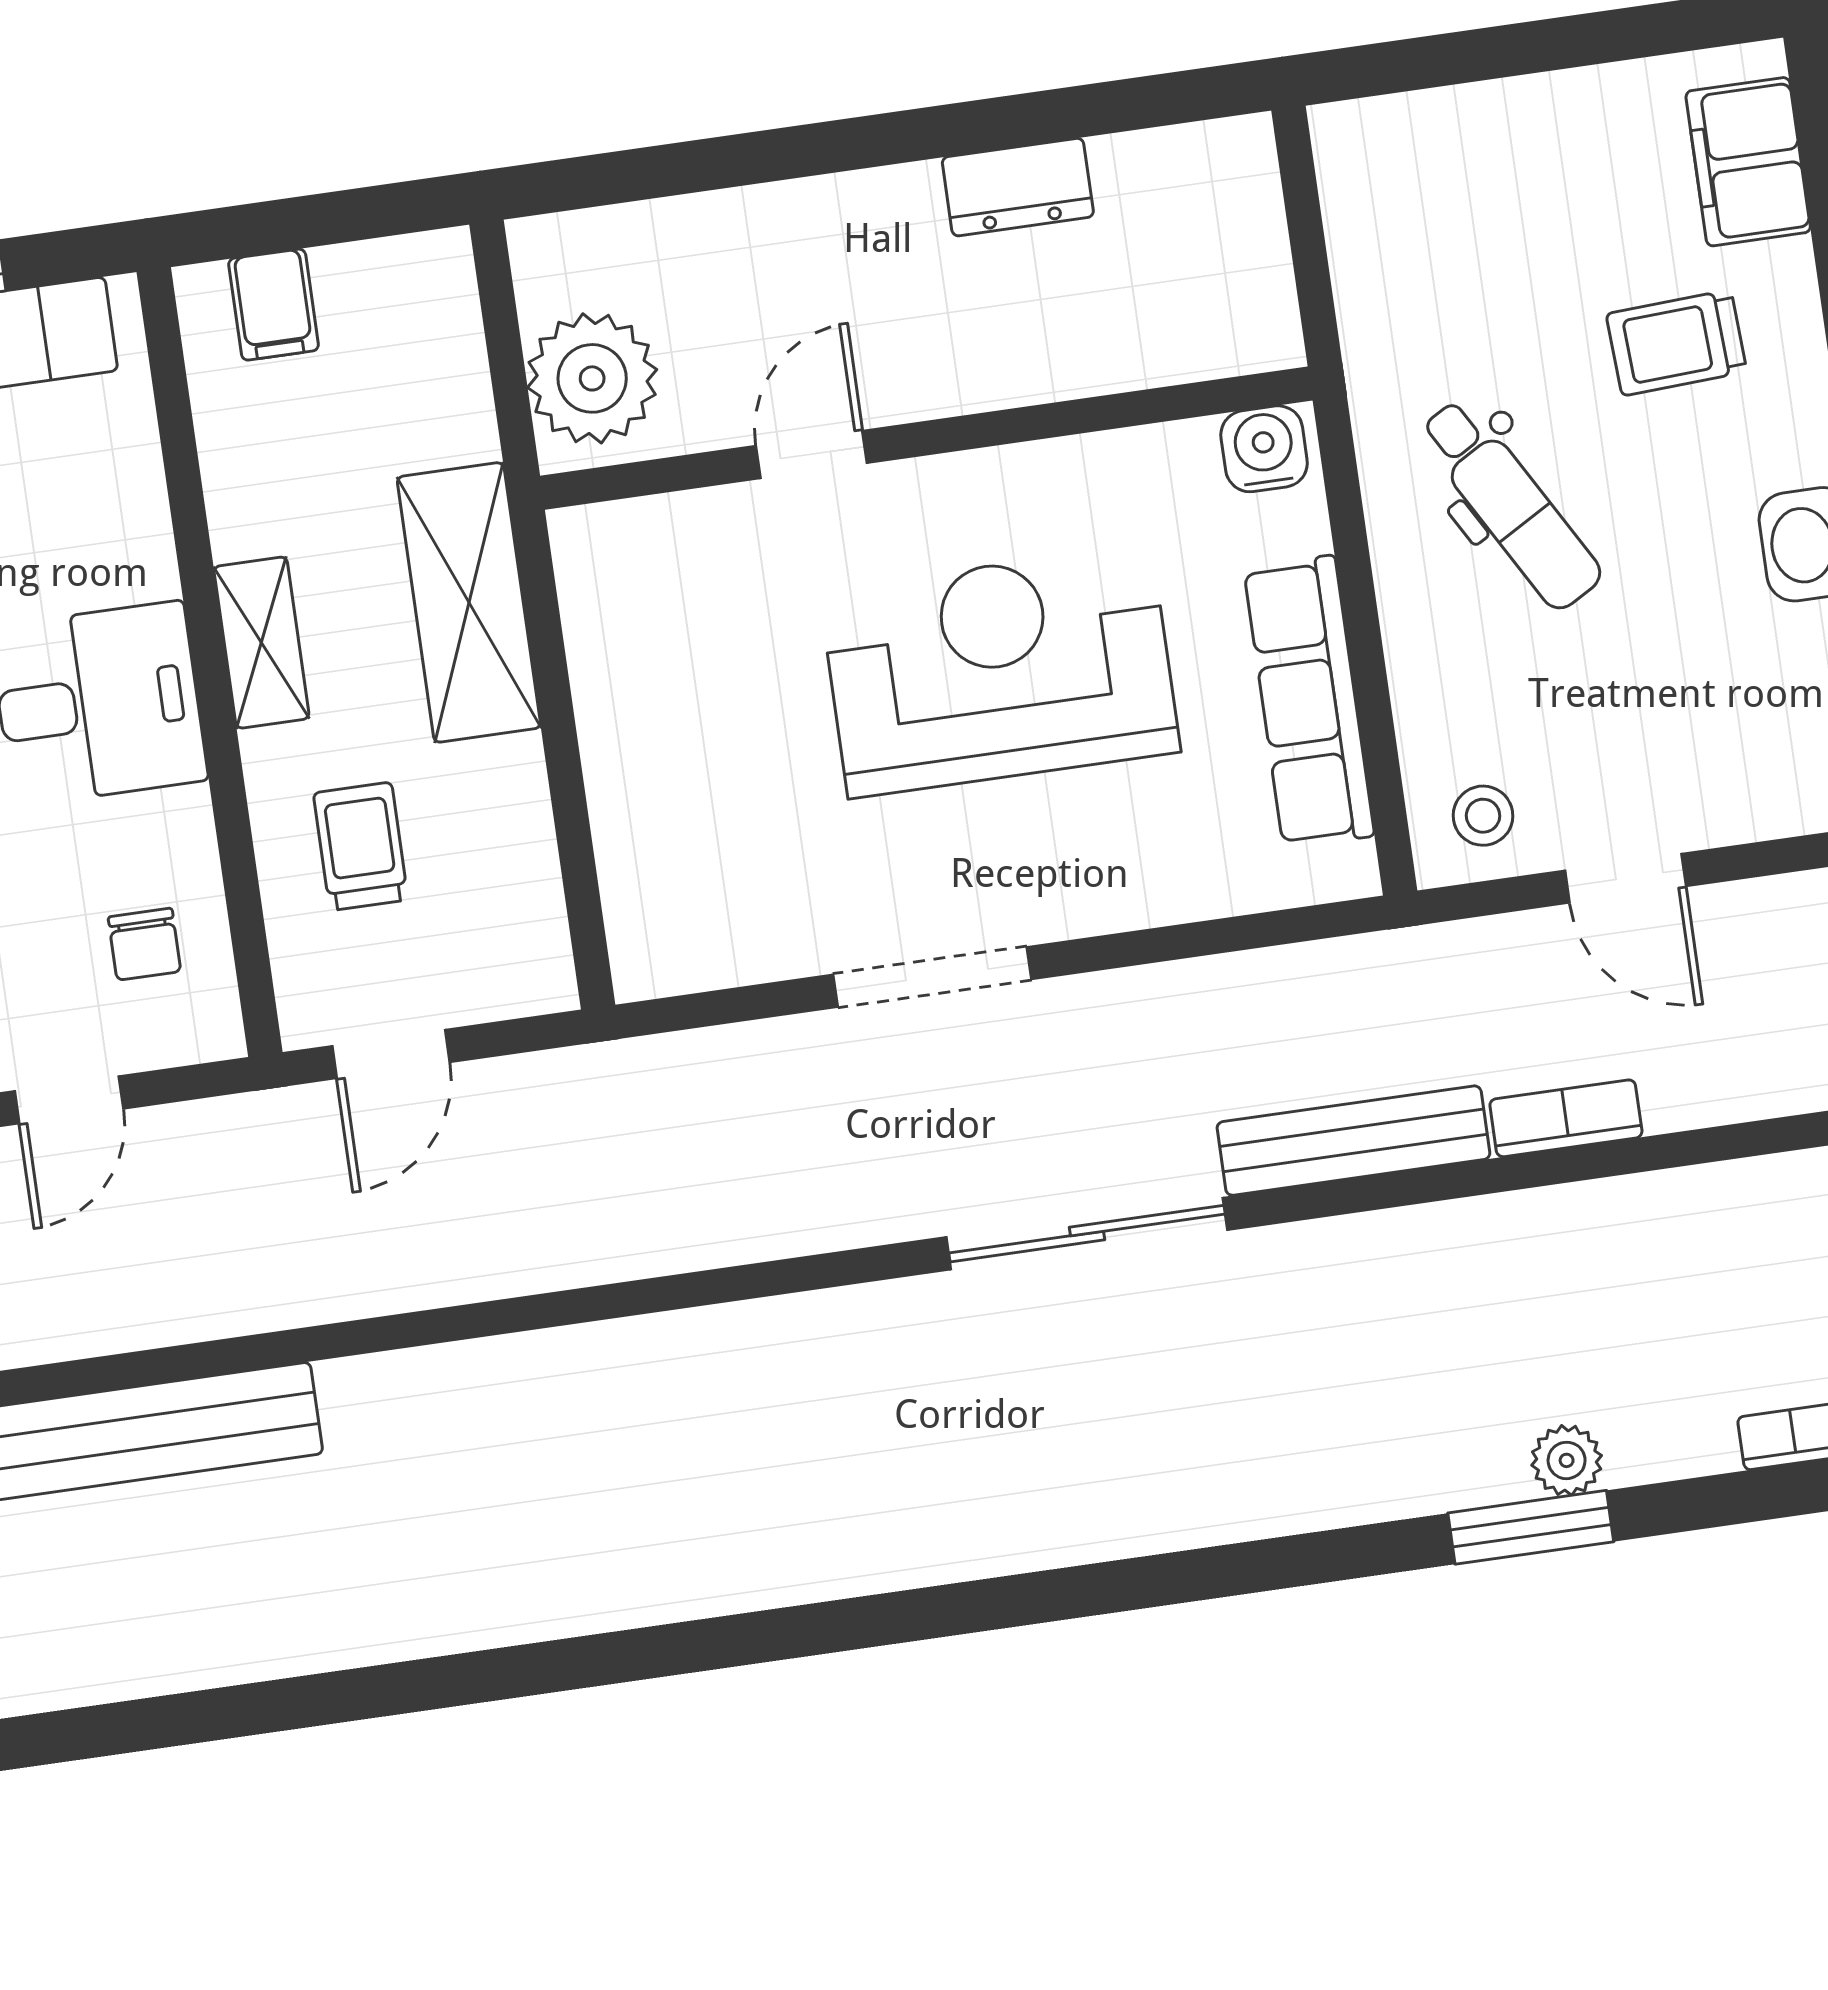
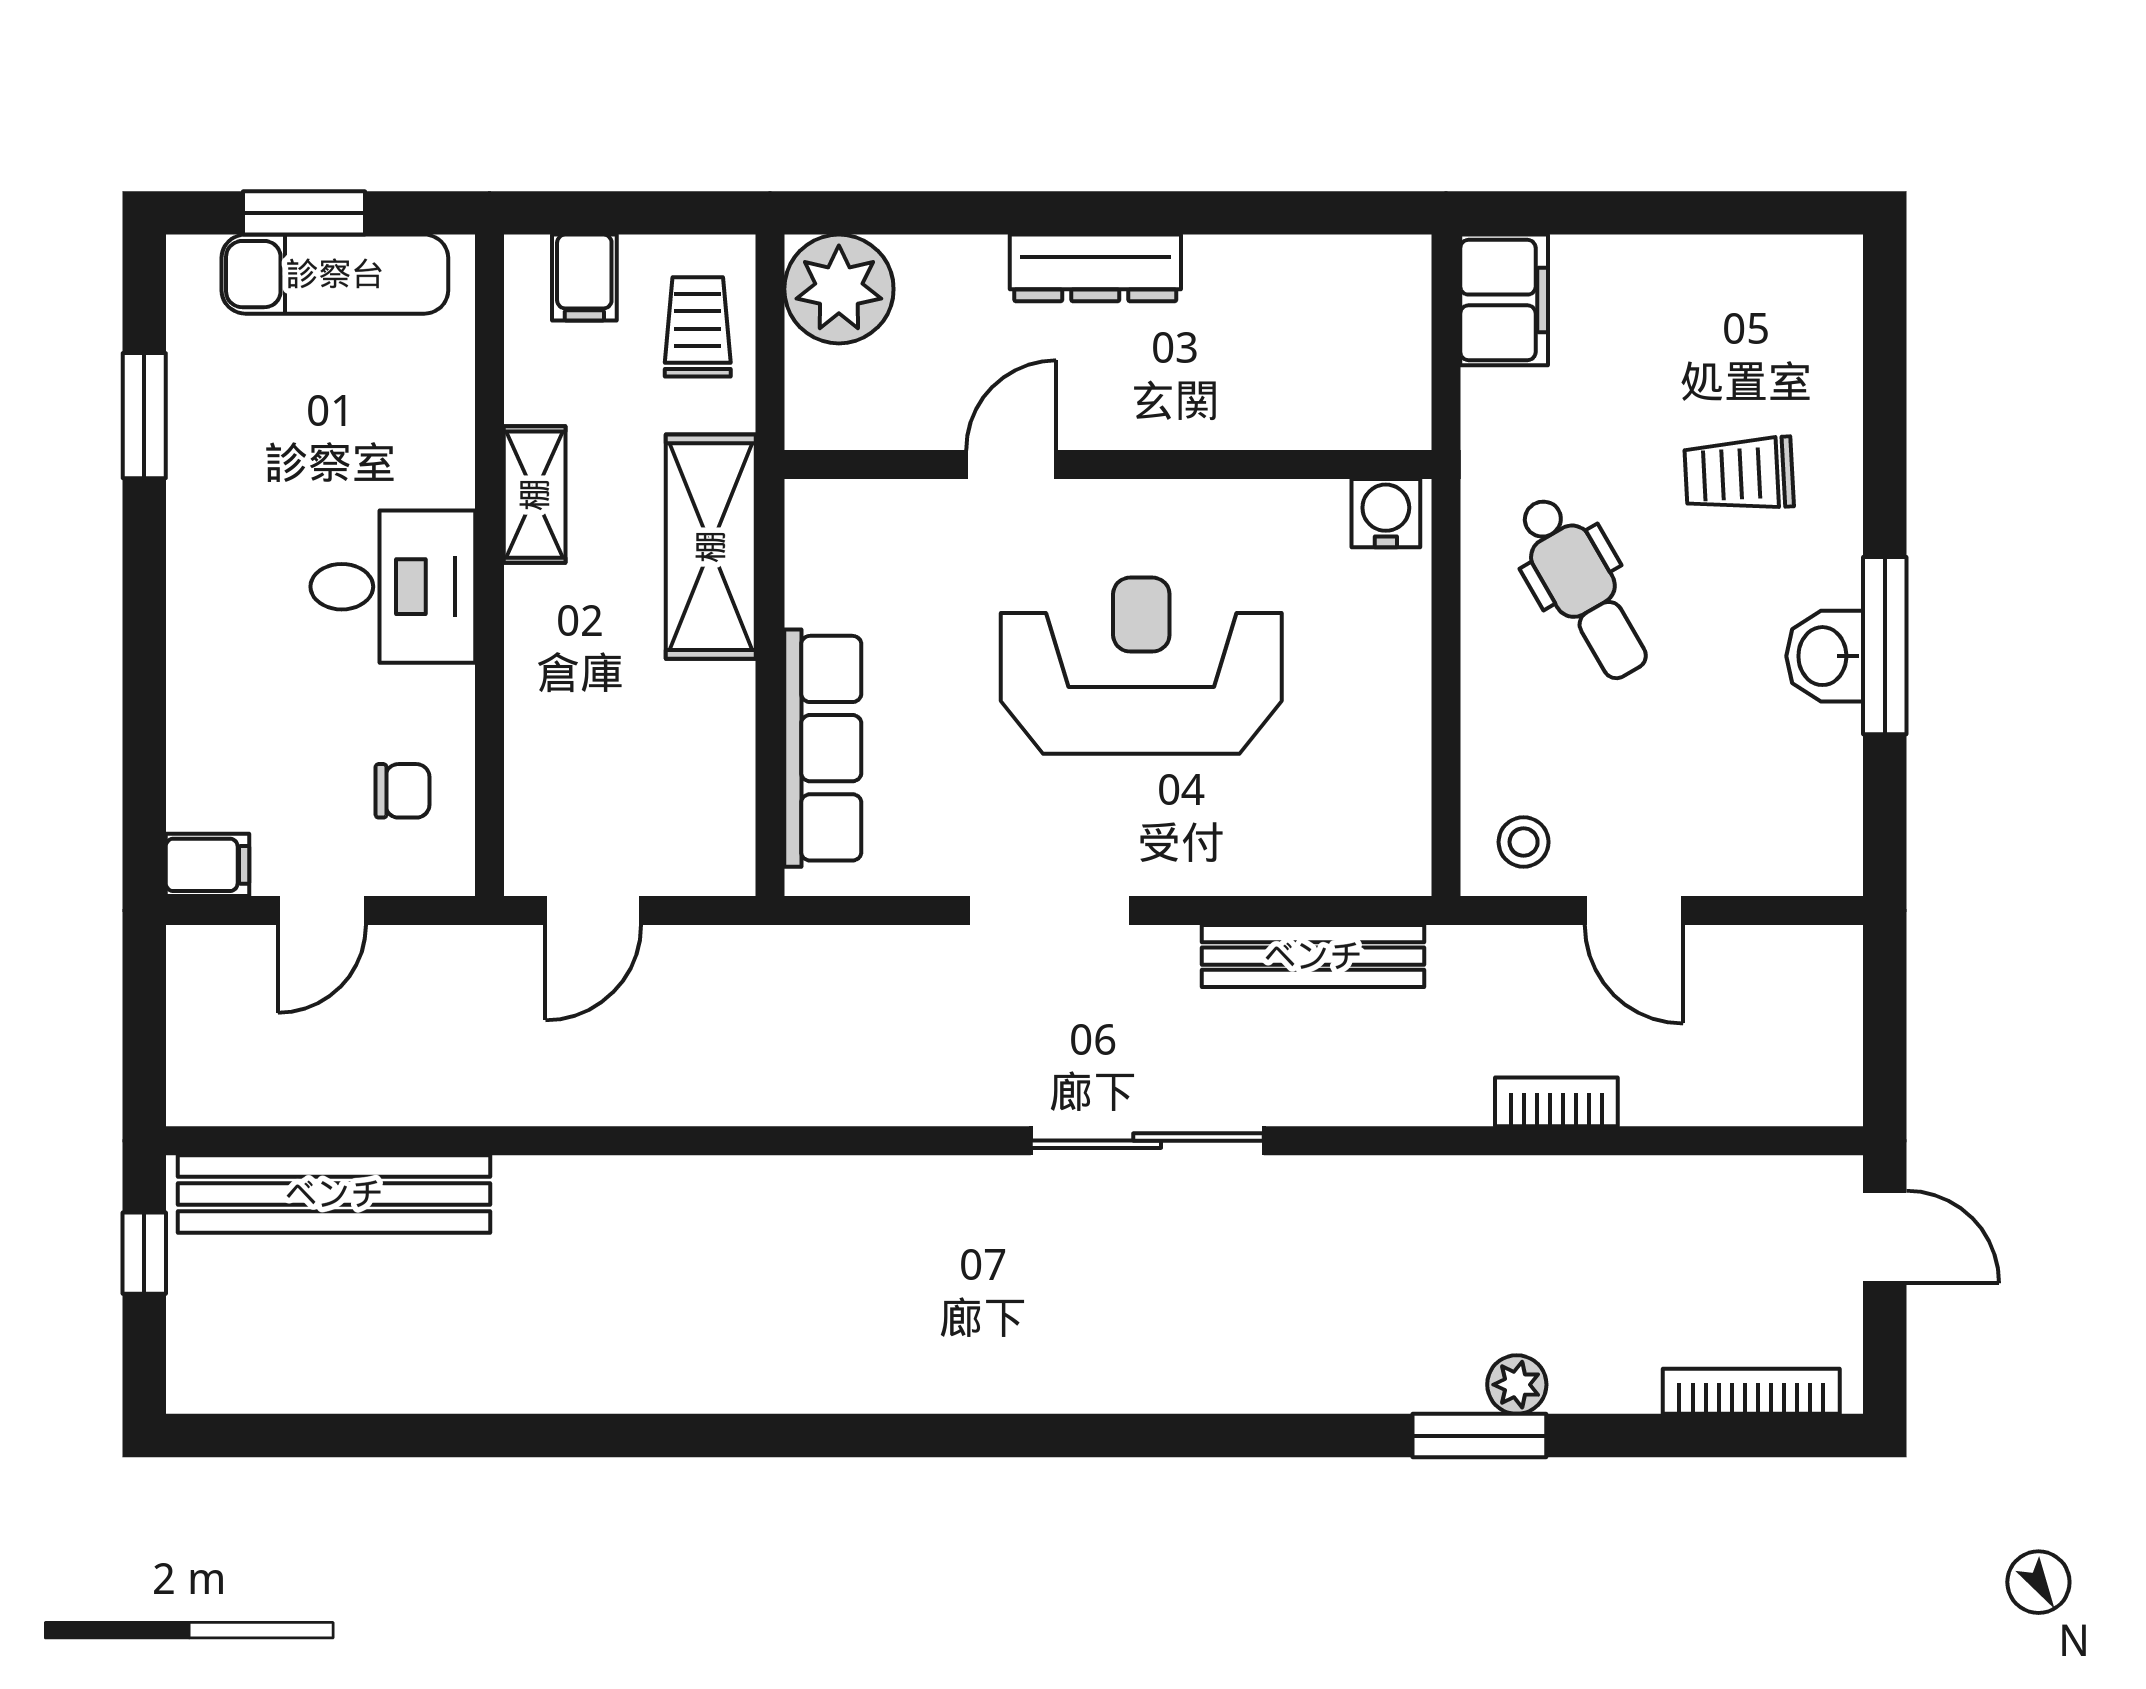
filing cabinet: (1748, 162) -> (1504, 300), moved, turned 180
dresser: (1018, 187) -> (1095, 268), moved, width x1.44
plant: (592, 378) -> (839, 289), moved
shelving: (261, 643) -> (535, 495), moved
row of seats: (1309, 702) -> (823, 748), moved, turned 180
trolley: (361, 846) -> (698, 327), moved
chair: (144, 944) -> (403, 791), turned -90
bench: (1353, 1141) -> (1313, 956), moved

